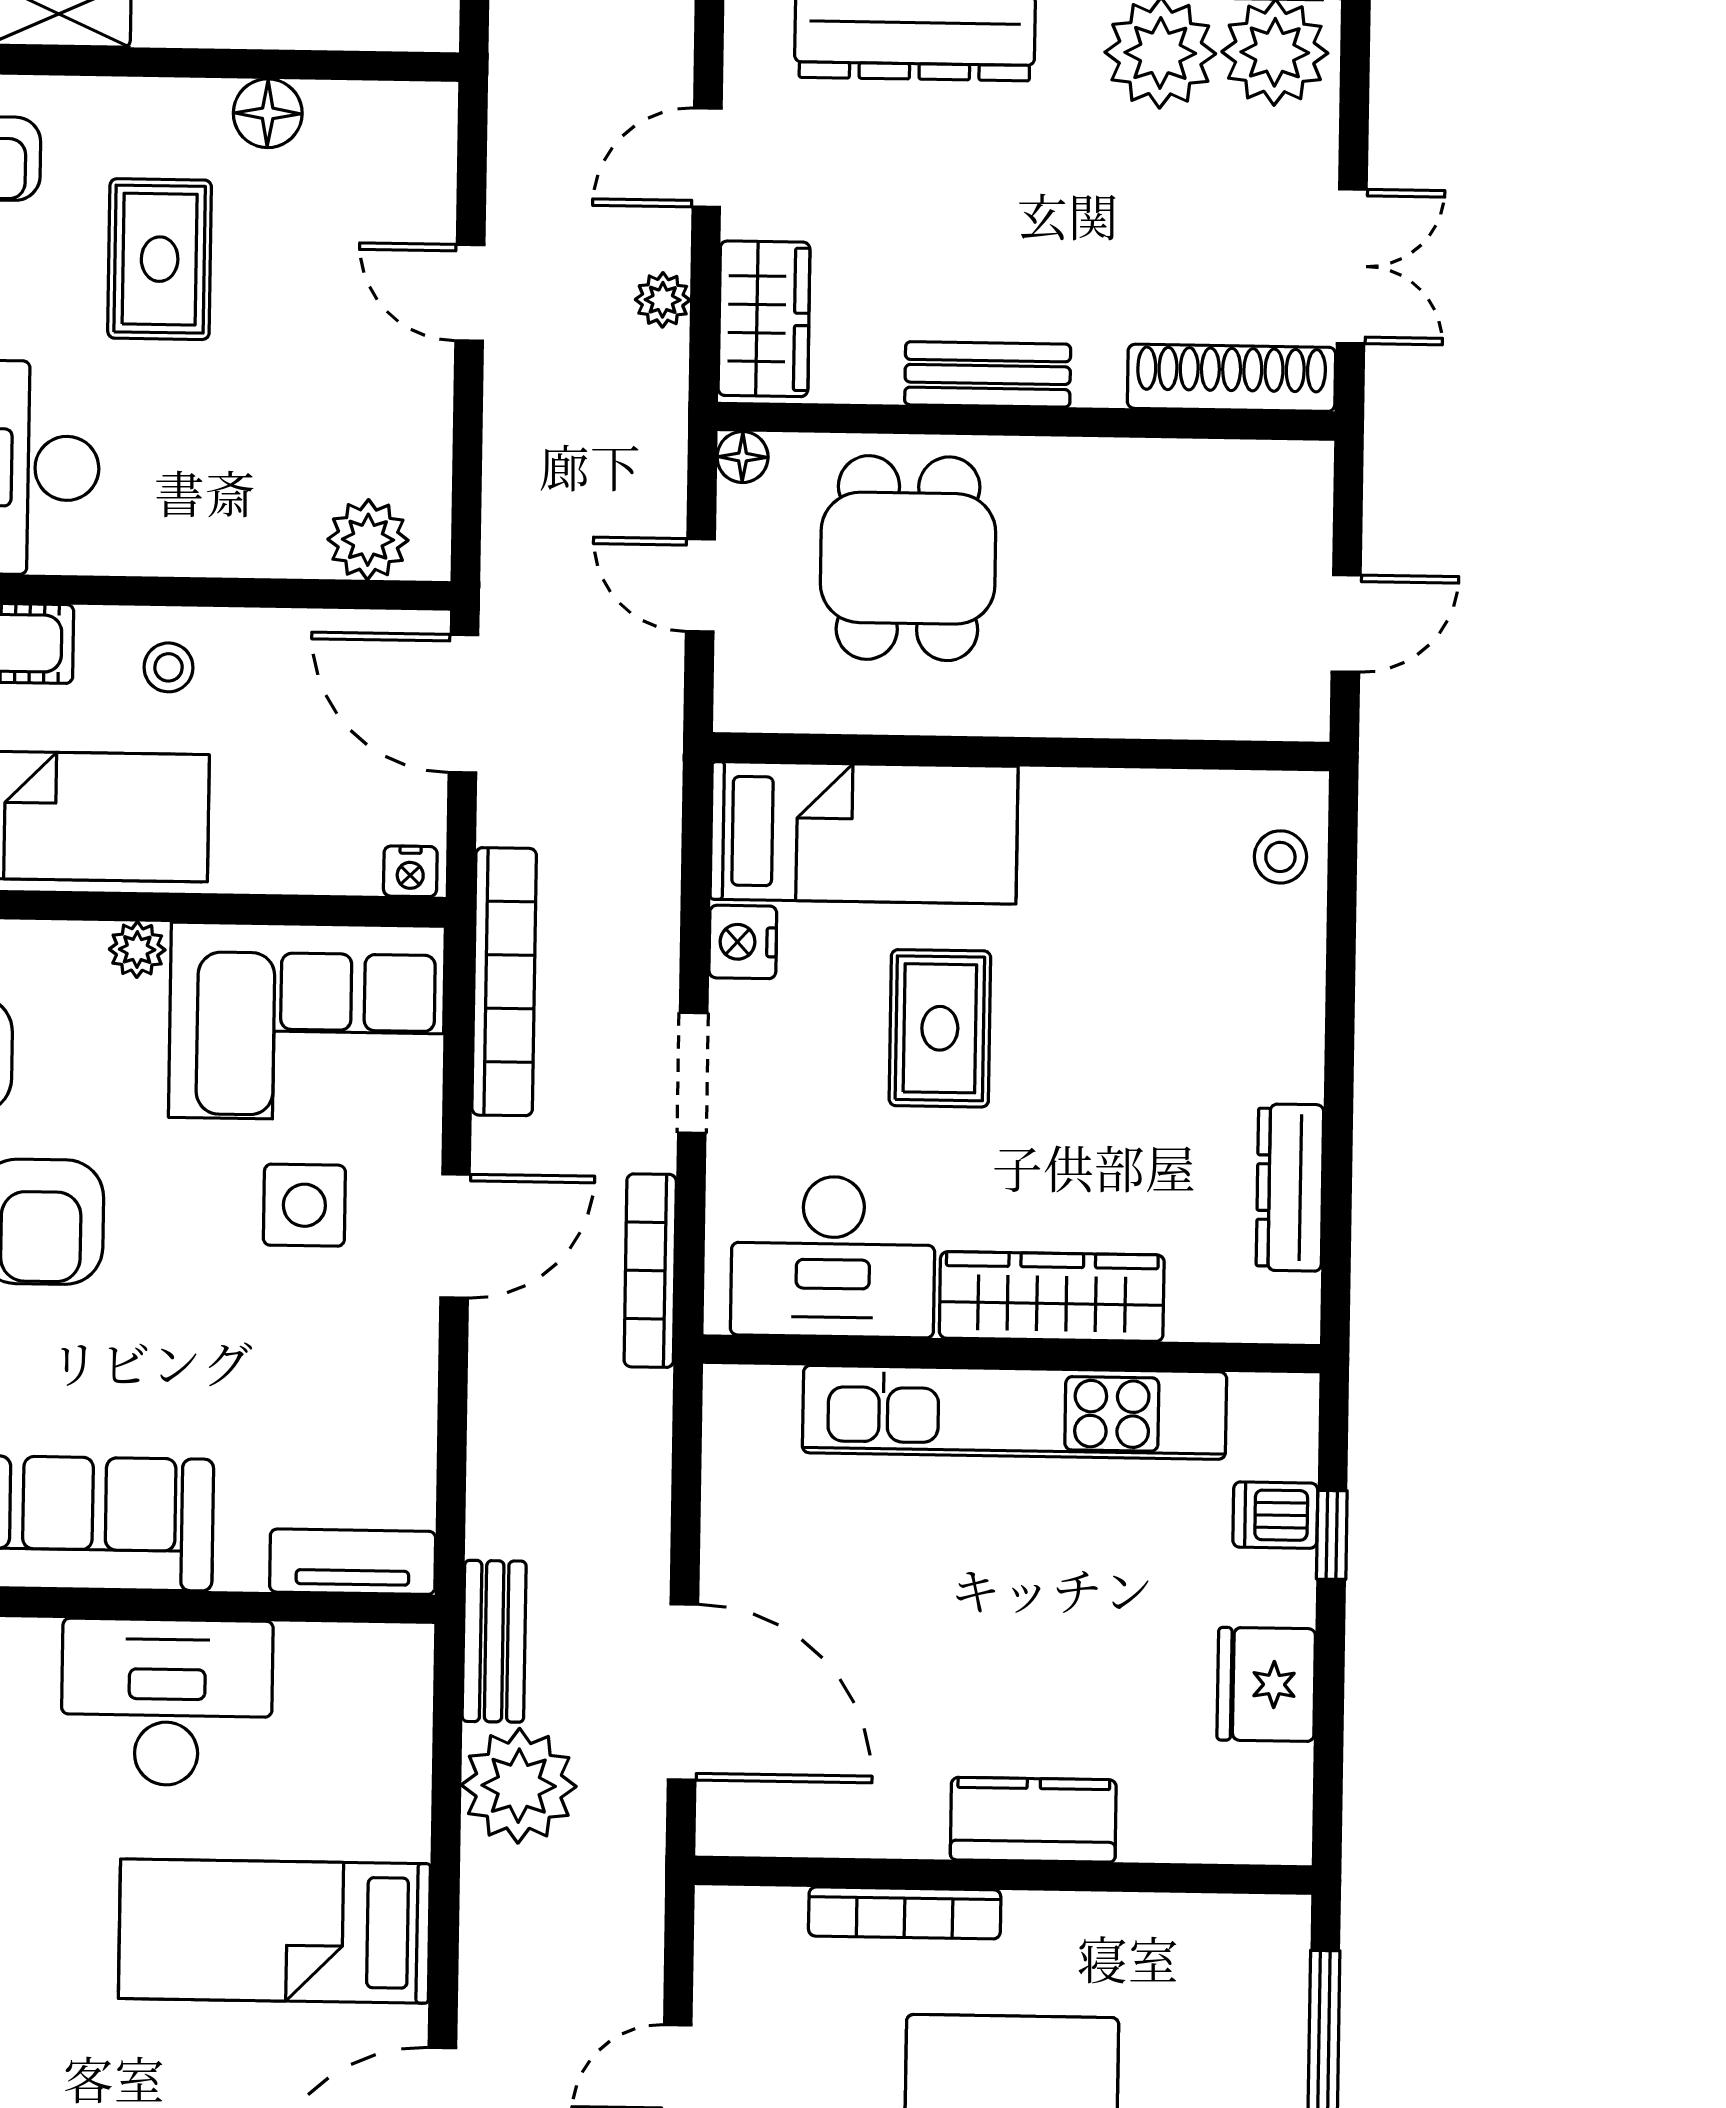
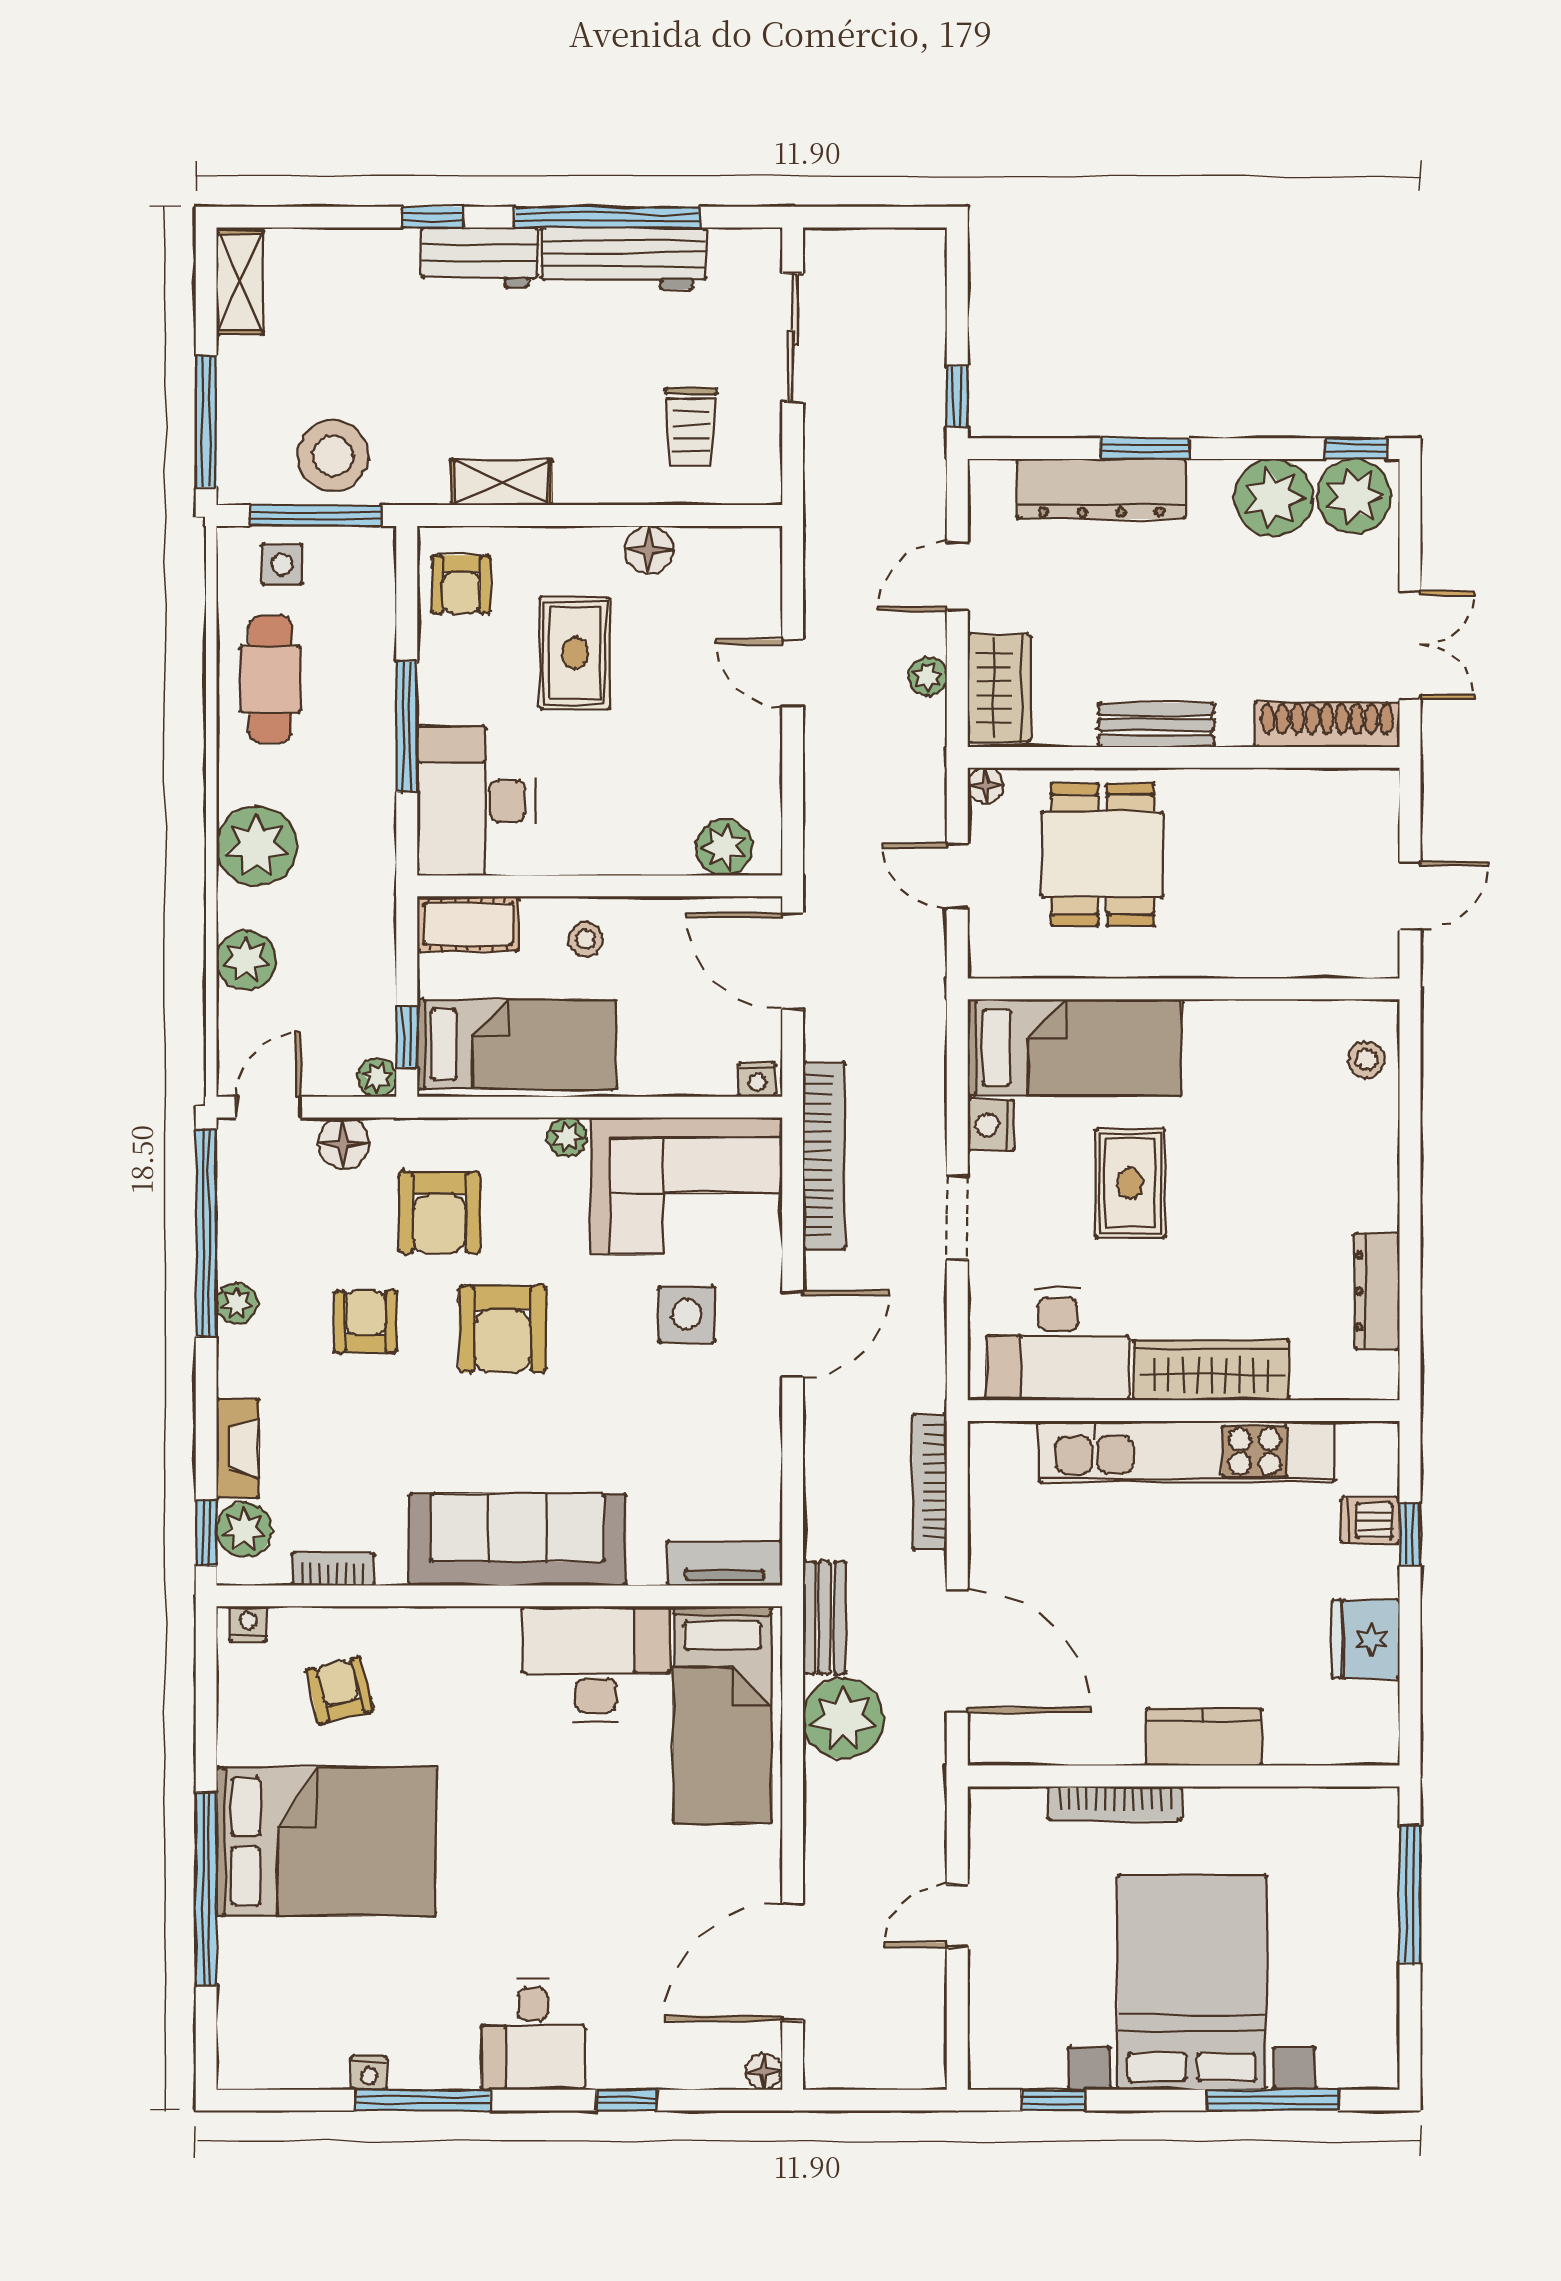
bookcase: (650, 1271) -> (930, 1482), moved
bed: (274, 1931) -> (723, 1715), moved, turned -90

